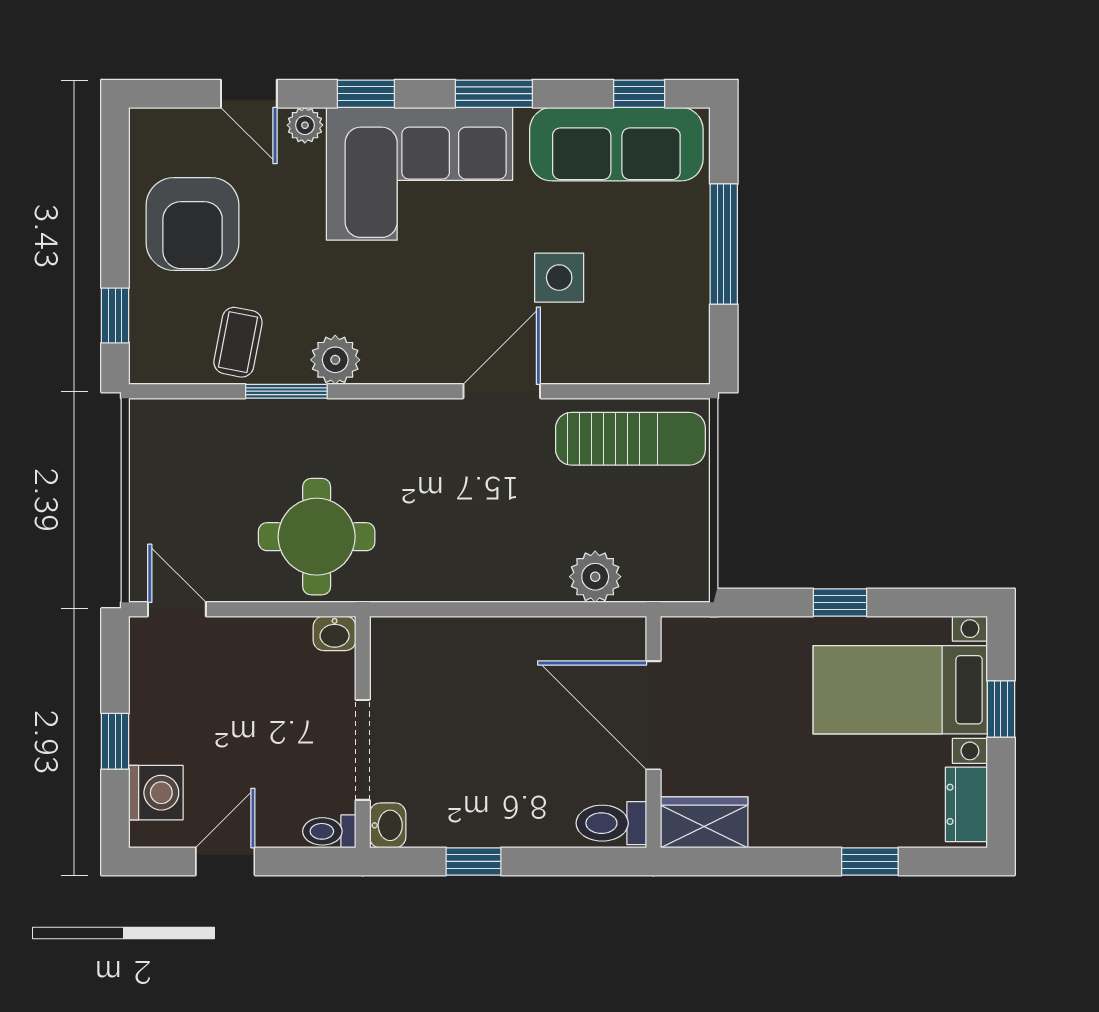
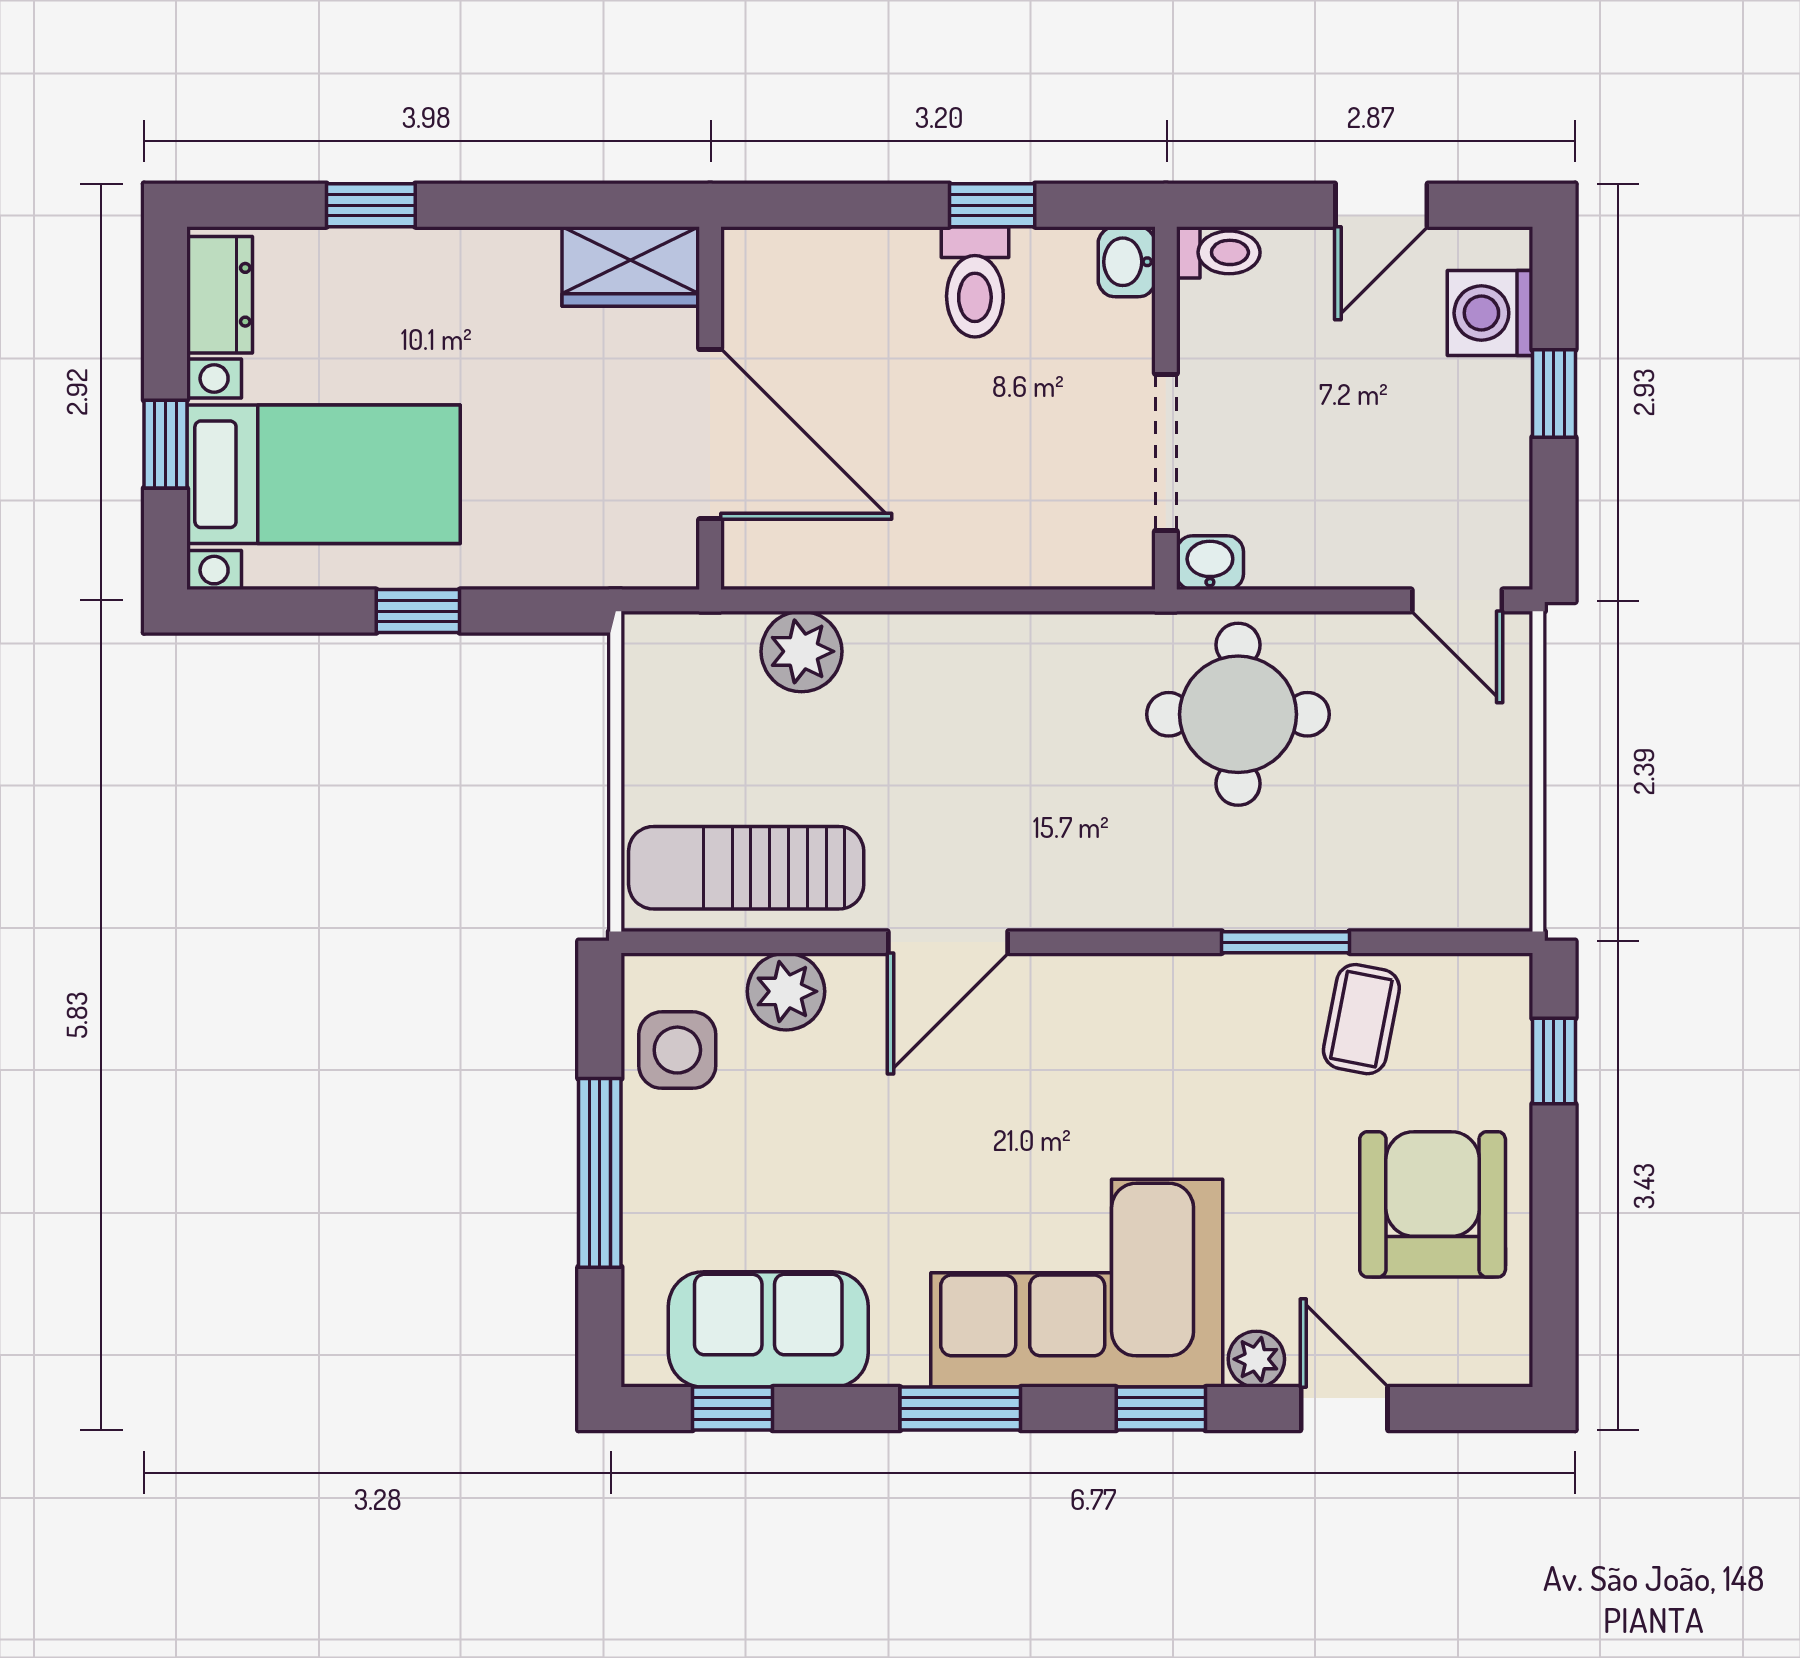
sofa: (616, 144) -> (768, 1329), width x0.73
side table: (559, 278) -> (677, 1050), moved
plant: (335, 360) -> (786, 991), moved
doorway: (363, 750) -> (1166, 452), moved
toilet: (611, 823) -> (975, 282), moved, turned 90

